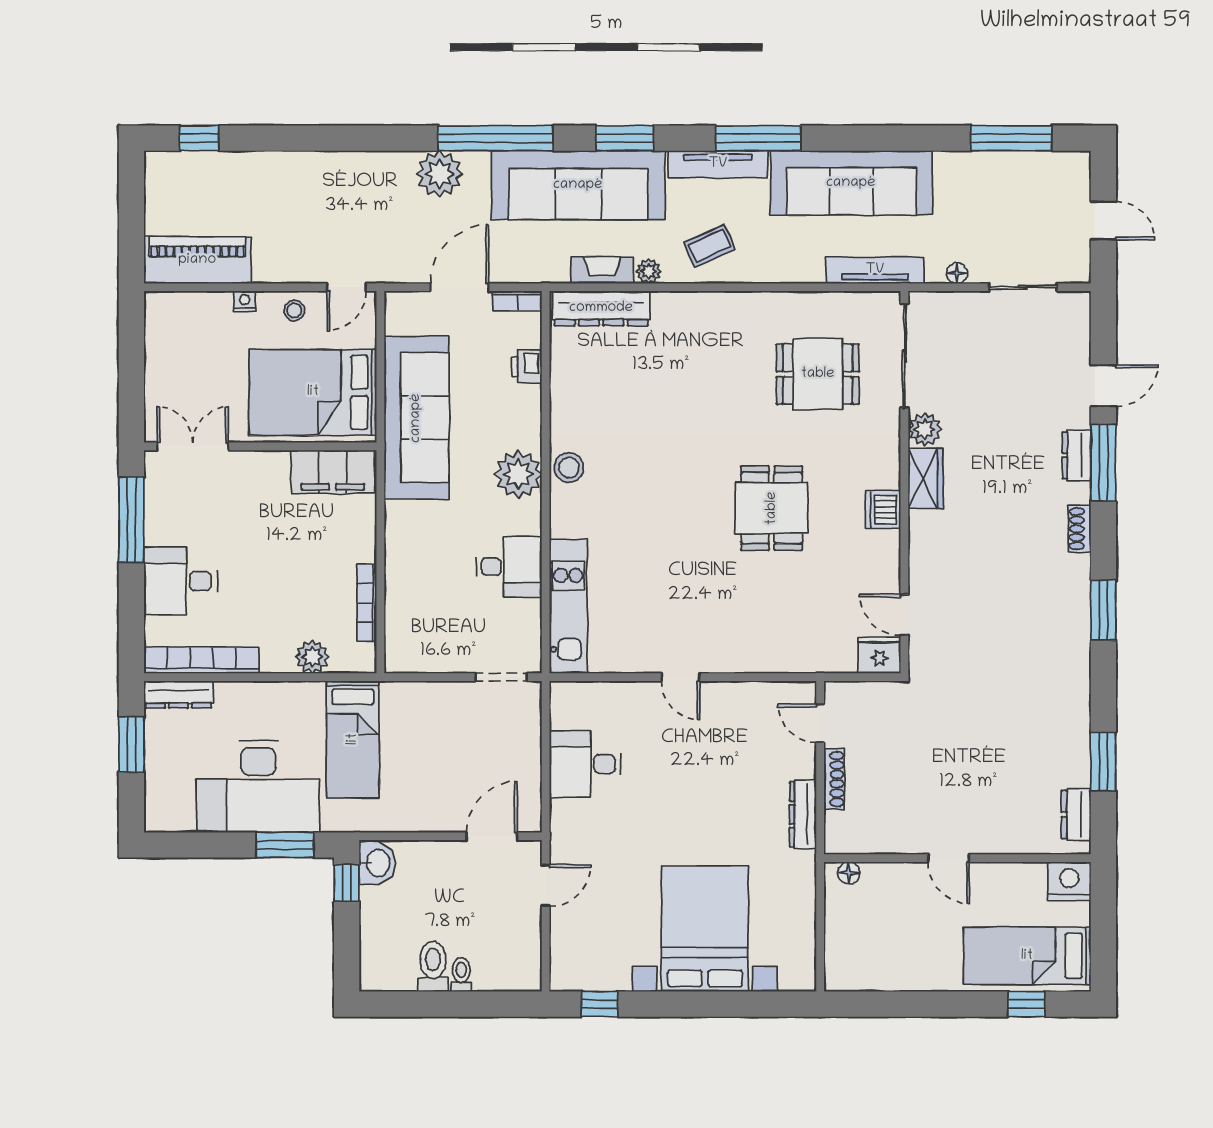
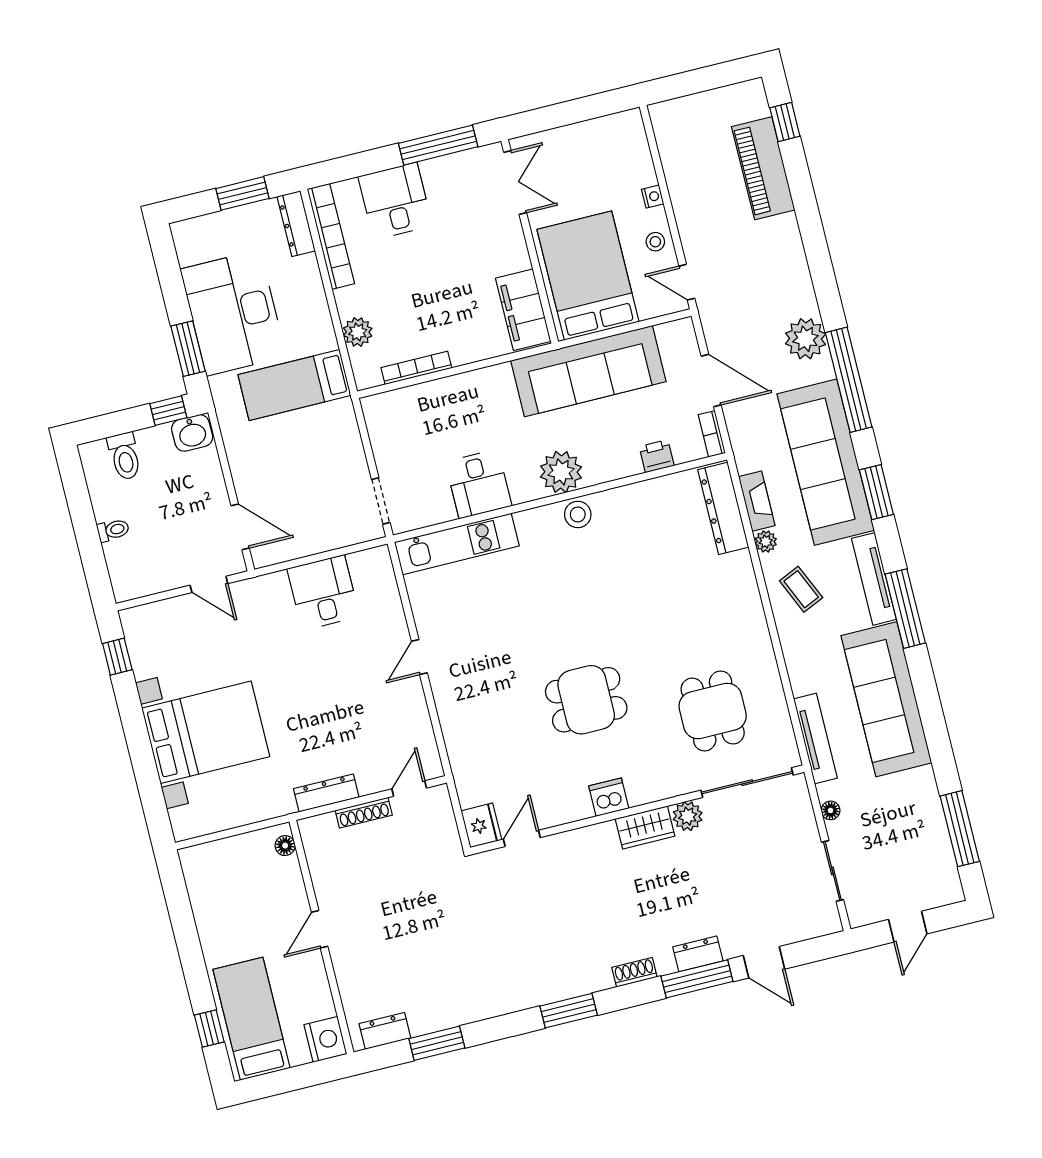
piano: (197, 260) -> (763, 168), moved, turned 180
toilet: (433, 966) -> (125, 456), moved, turned 90

